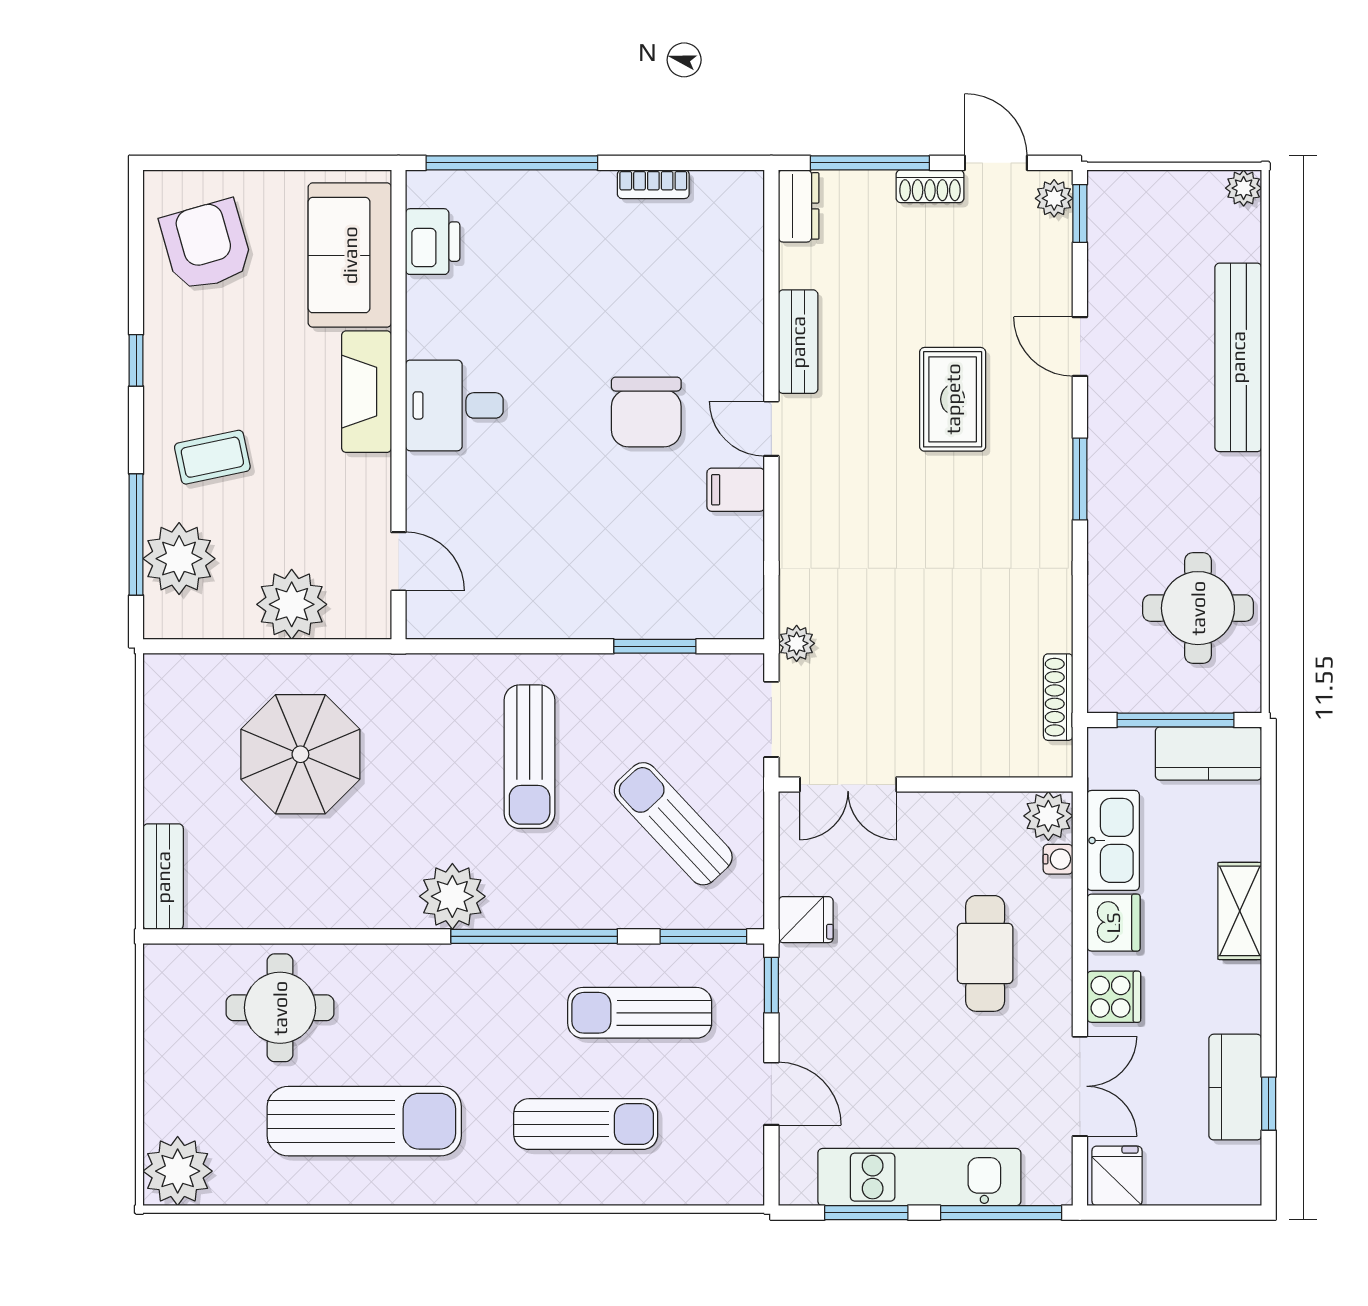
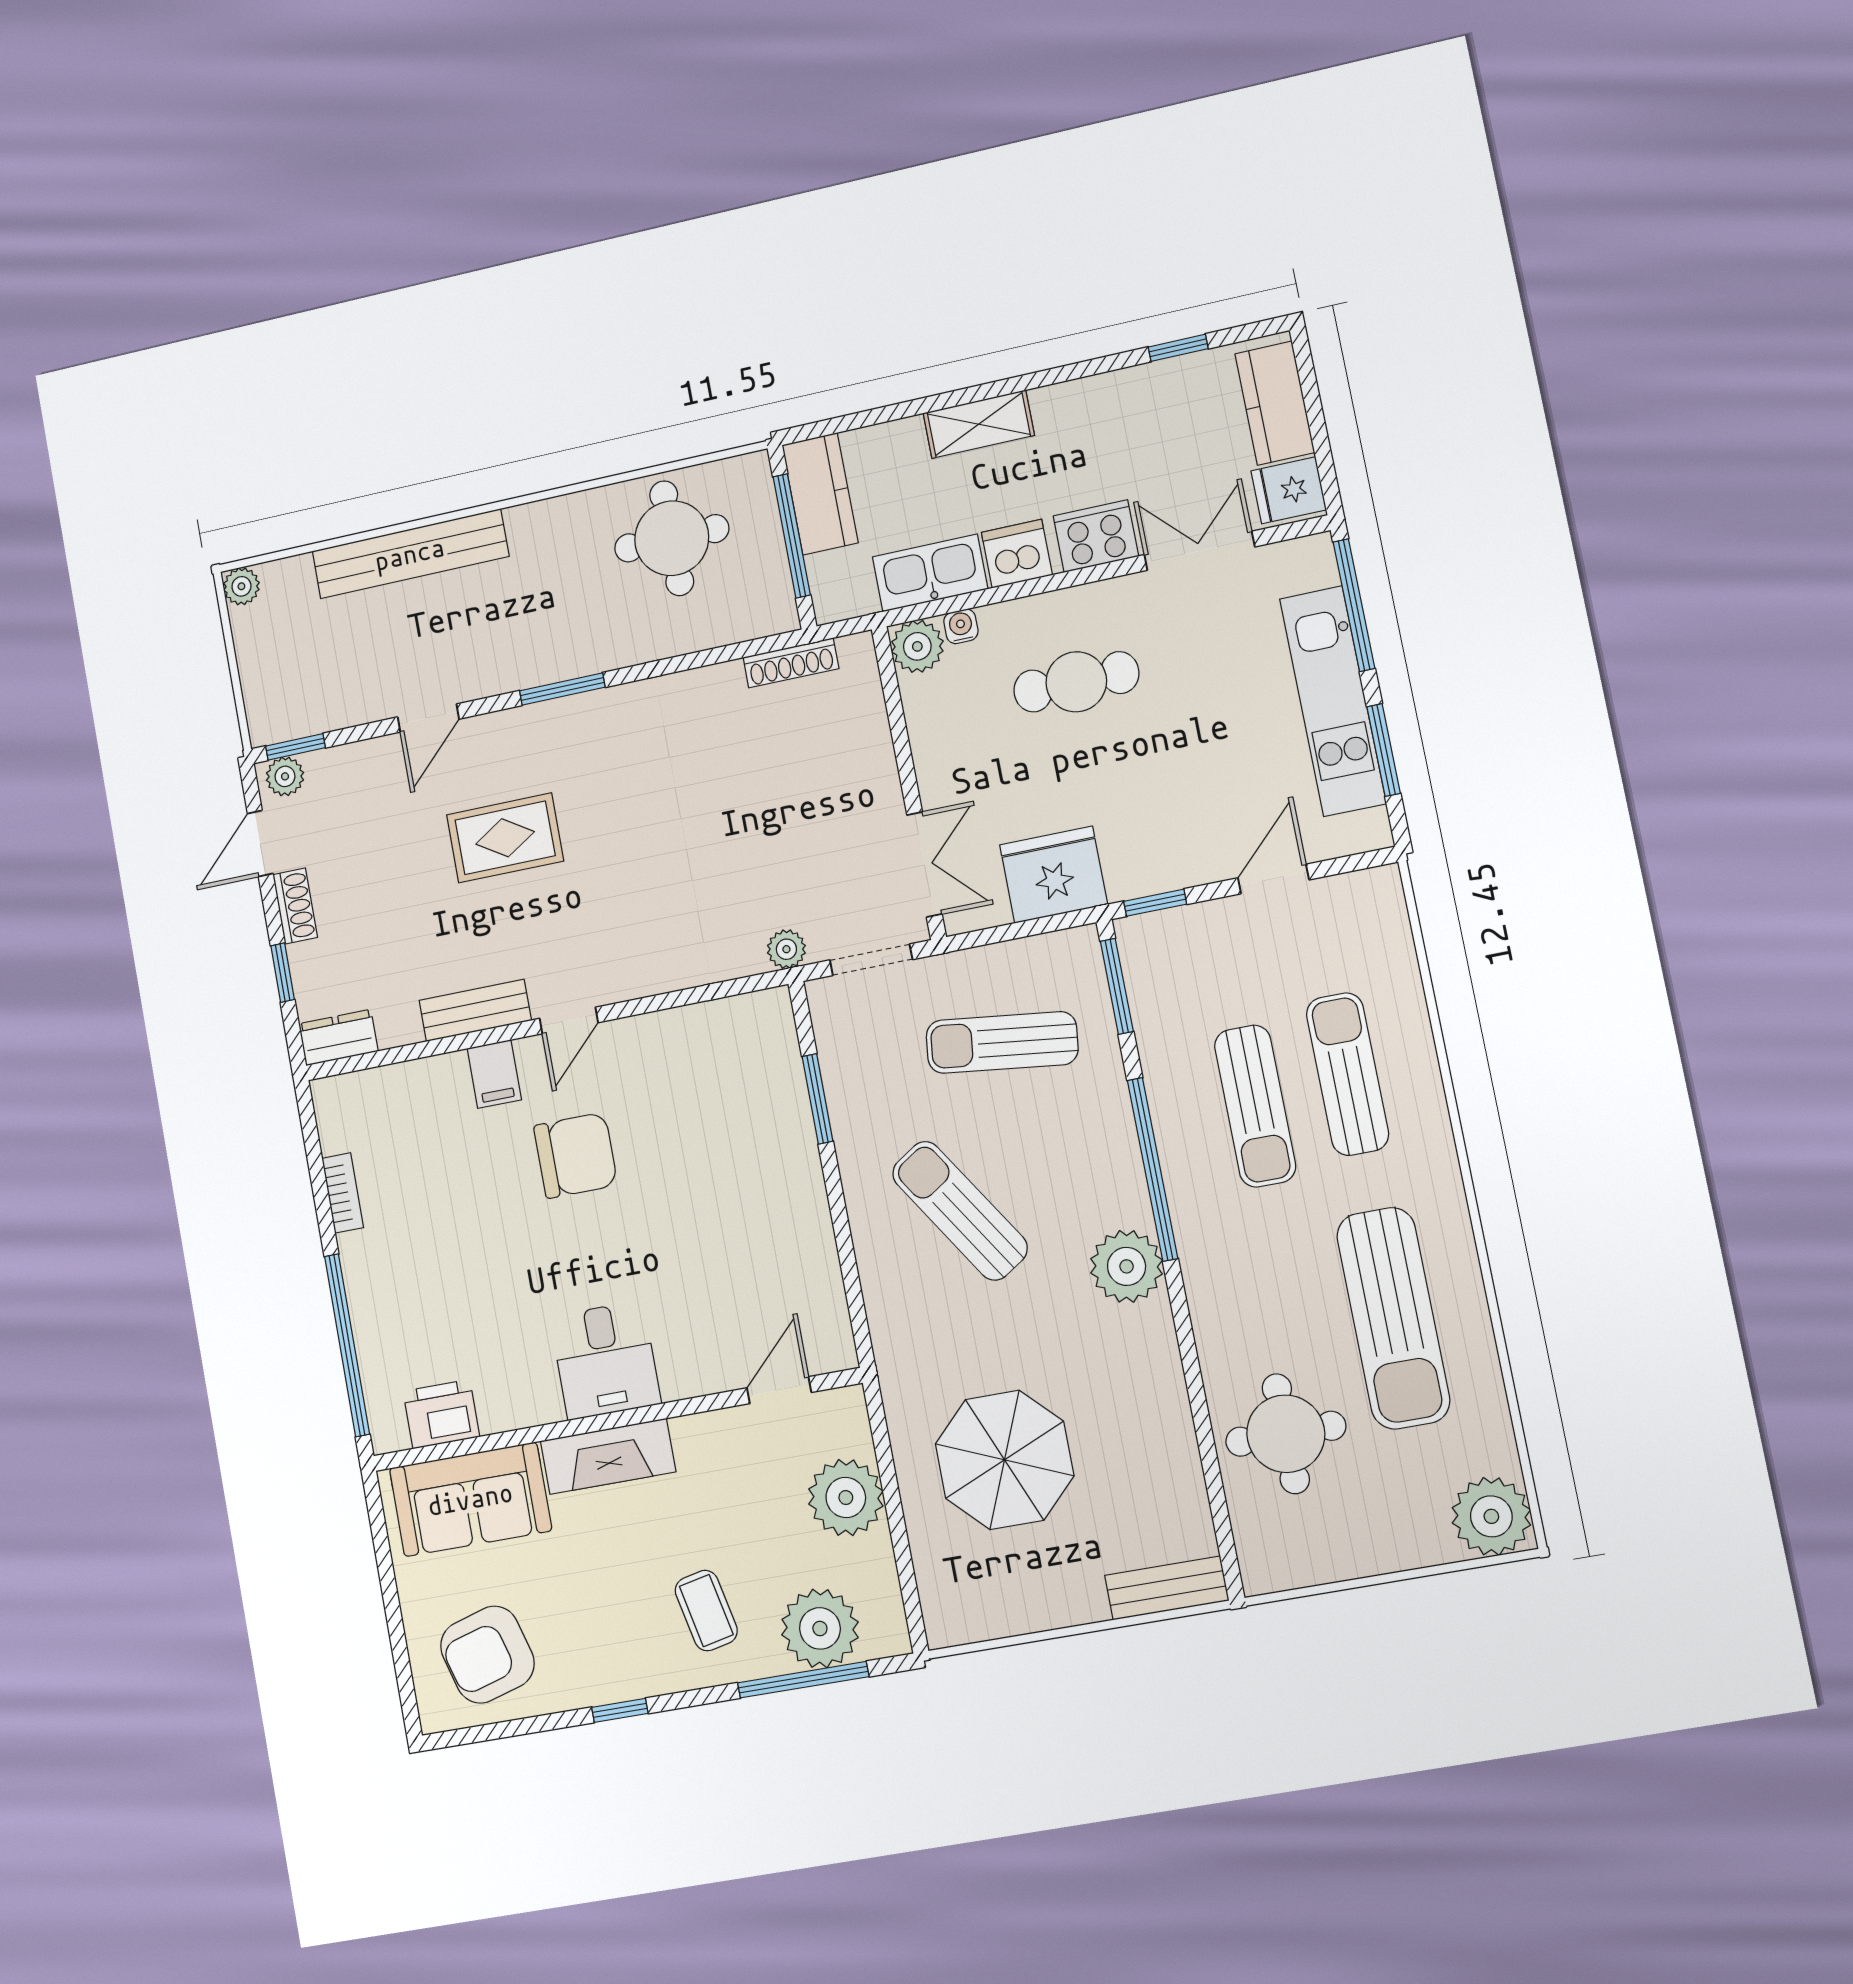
window: (870, 163) -> (283, 973), width x0.46
filing cabinet: (736, 490) -> (494, 1074), moved
sun lounger: (530, 757) -> (960, 1211), turned -123
sun lounger: (673, 824) -> (1002, 1042), turned 50
fridge: (806, 920) -> (1054, 875), width x1.88, depth x1.34
cooker: (1114, 997) -> (1096, 536), width x1.36
sun lounger: (640, 1013) -> (1255, 1106), moved
kitchen counter: (1235, 1087) -> (1275, 403), moved, turned 90
sun lounger: (364, 1121) -> (1393, 1318), turned 180

